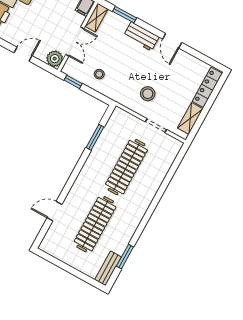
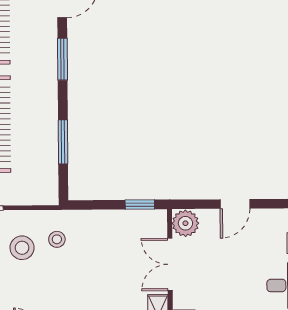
stool: (99, 74) -> (57, 239), moved
window: (71, 181) -> (62, 59), added

